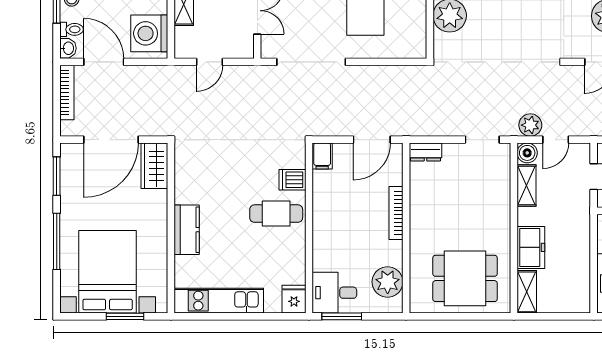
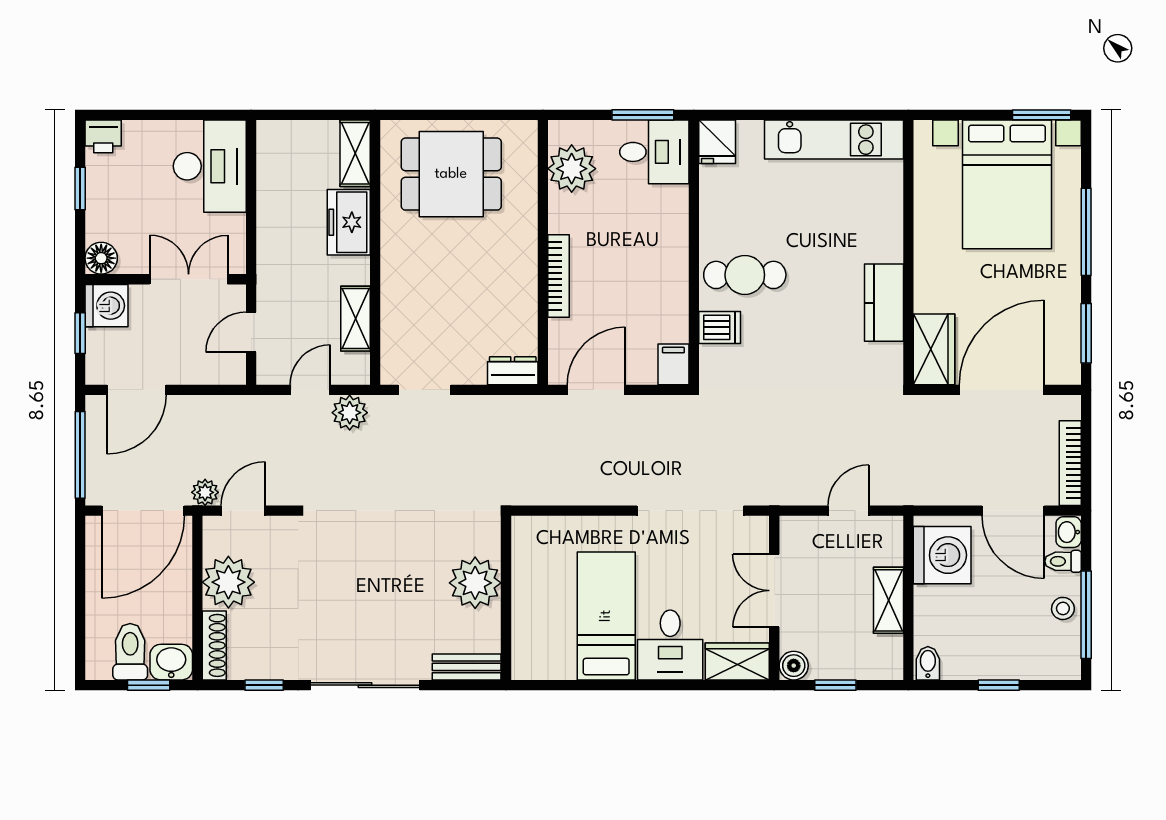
boiler: (527, 153) -> (355, 369), removed
kitchen counter: (187, 230) -> (884, 303), moved
window: (125, 316) -> (1042, 115), moved

